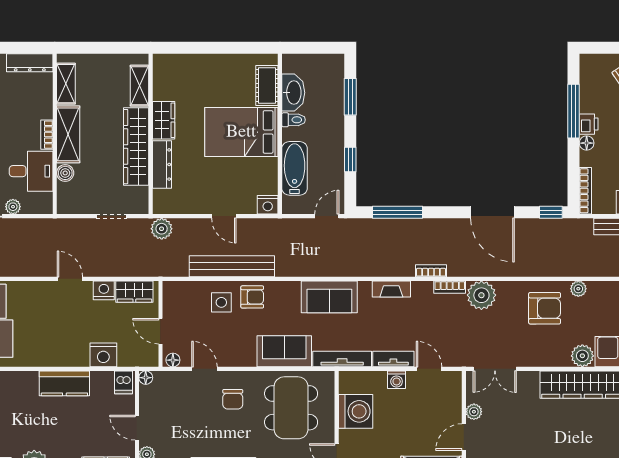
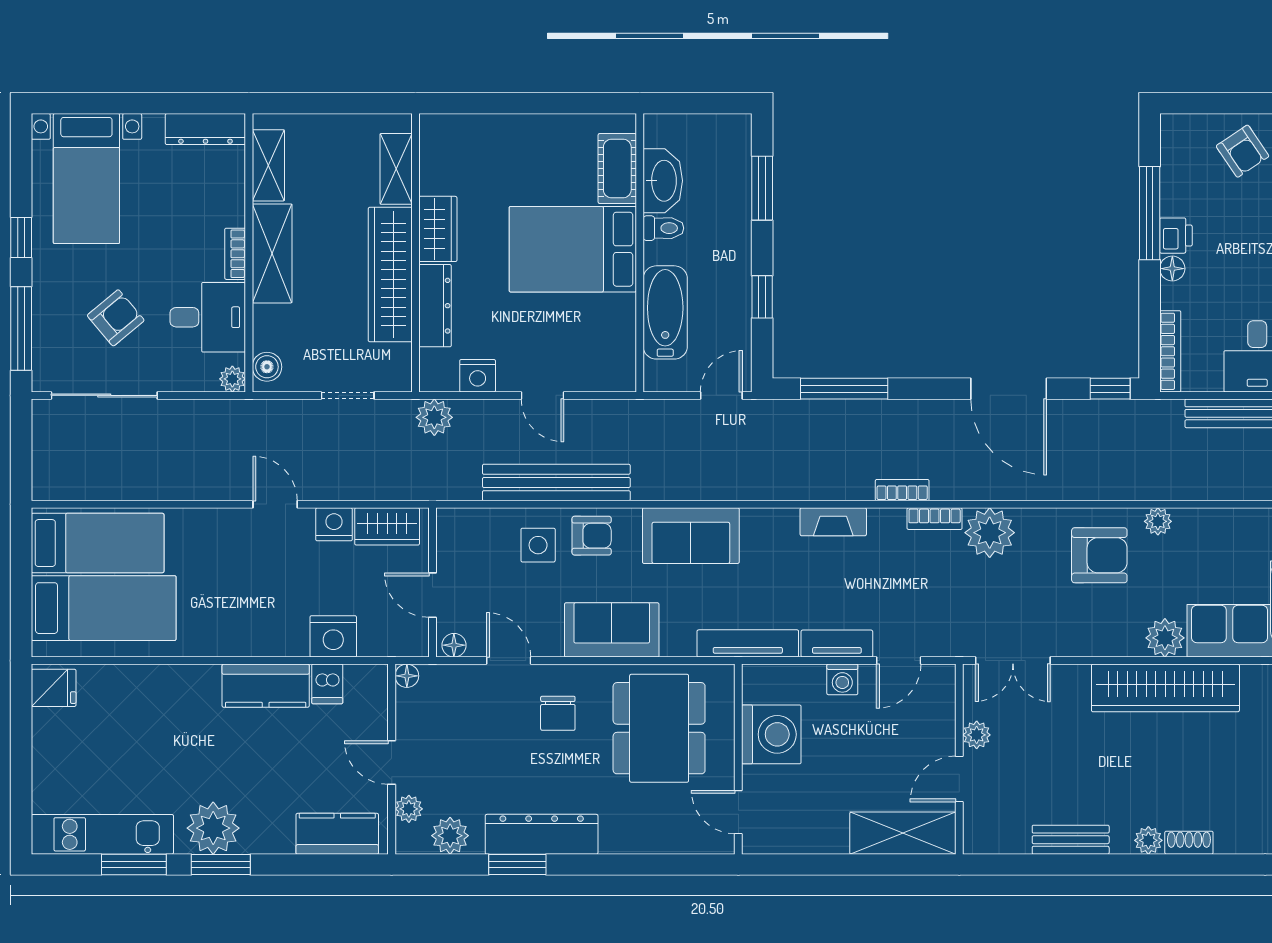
boiler: (65, 173) -> (267, 367), moved
nightstand: (268, 205) -> (478, 376), moved
plant: (13, 207) -> (232, 379), moved
sofa: (329, 297) -> (691, 536), moved
sofa: (284, 351) -> (612, 630), moved
door: (429, 369) -> (899, 661), swing flipped
dishwasher: (123, 382) -> (327, 684), moved

